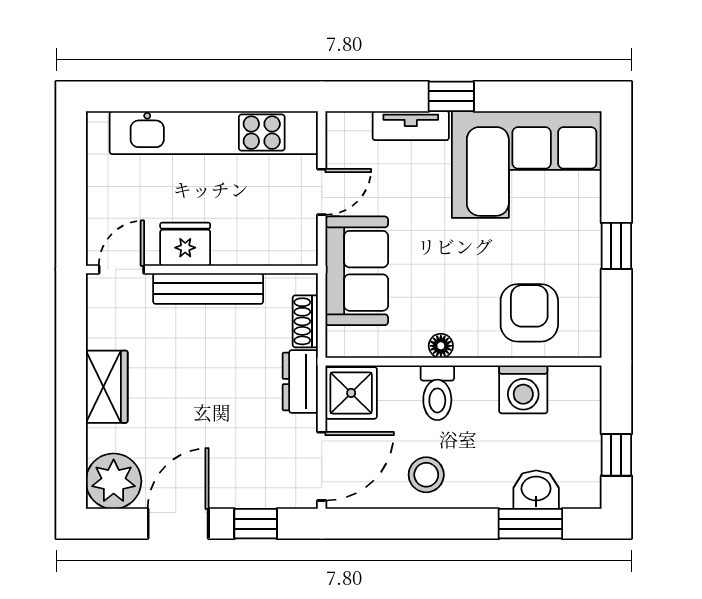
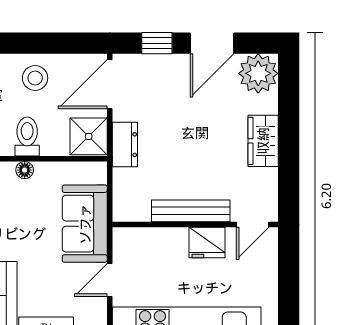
shoe rack: (305, 321) -> (121, 188), removed

